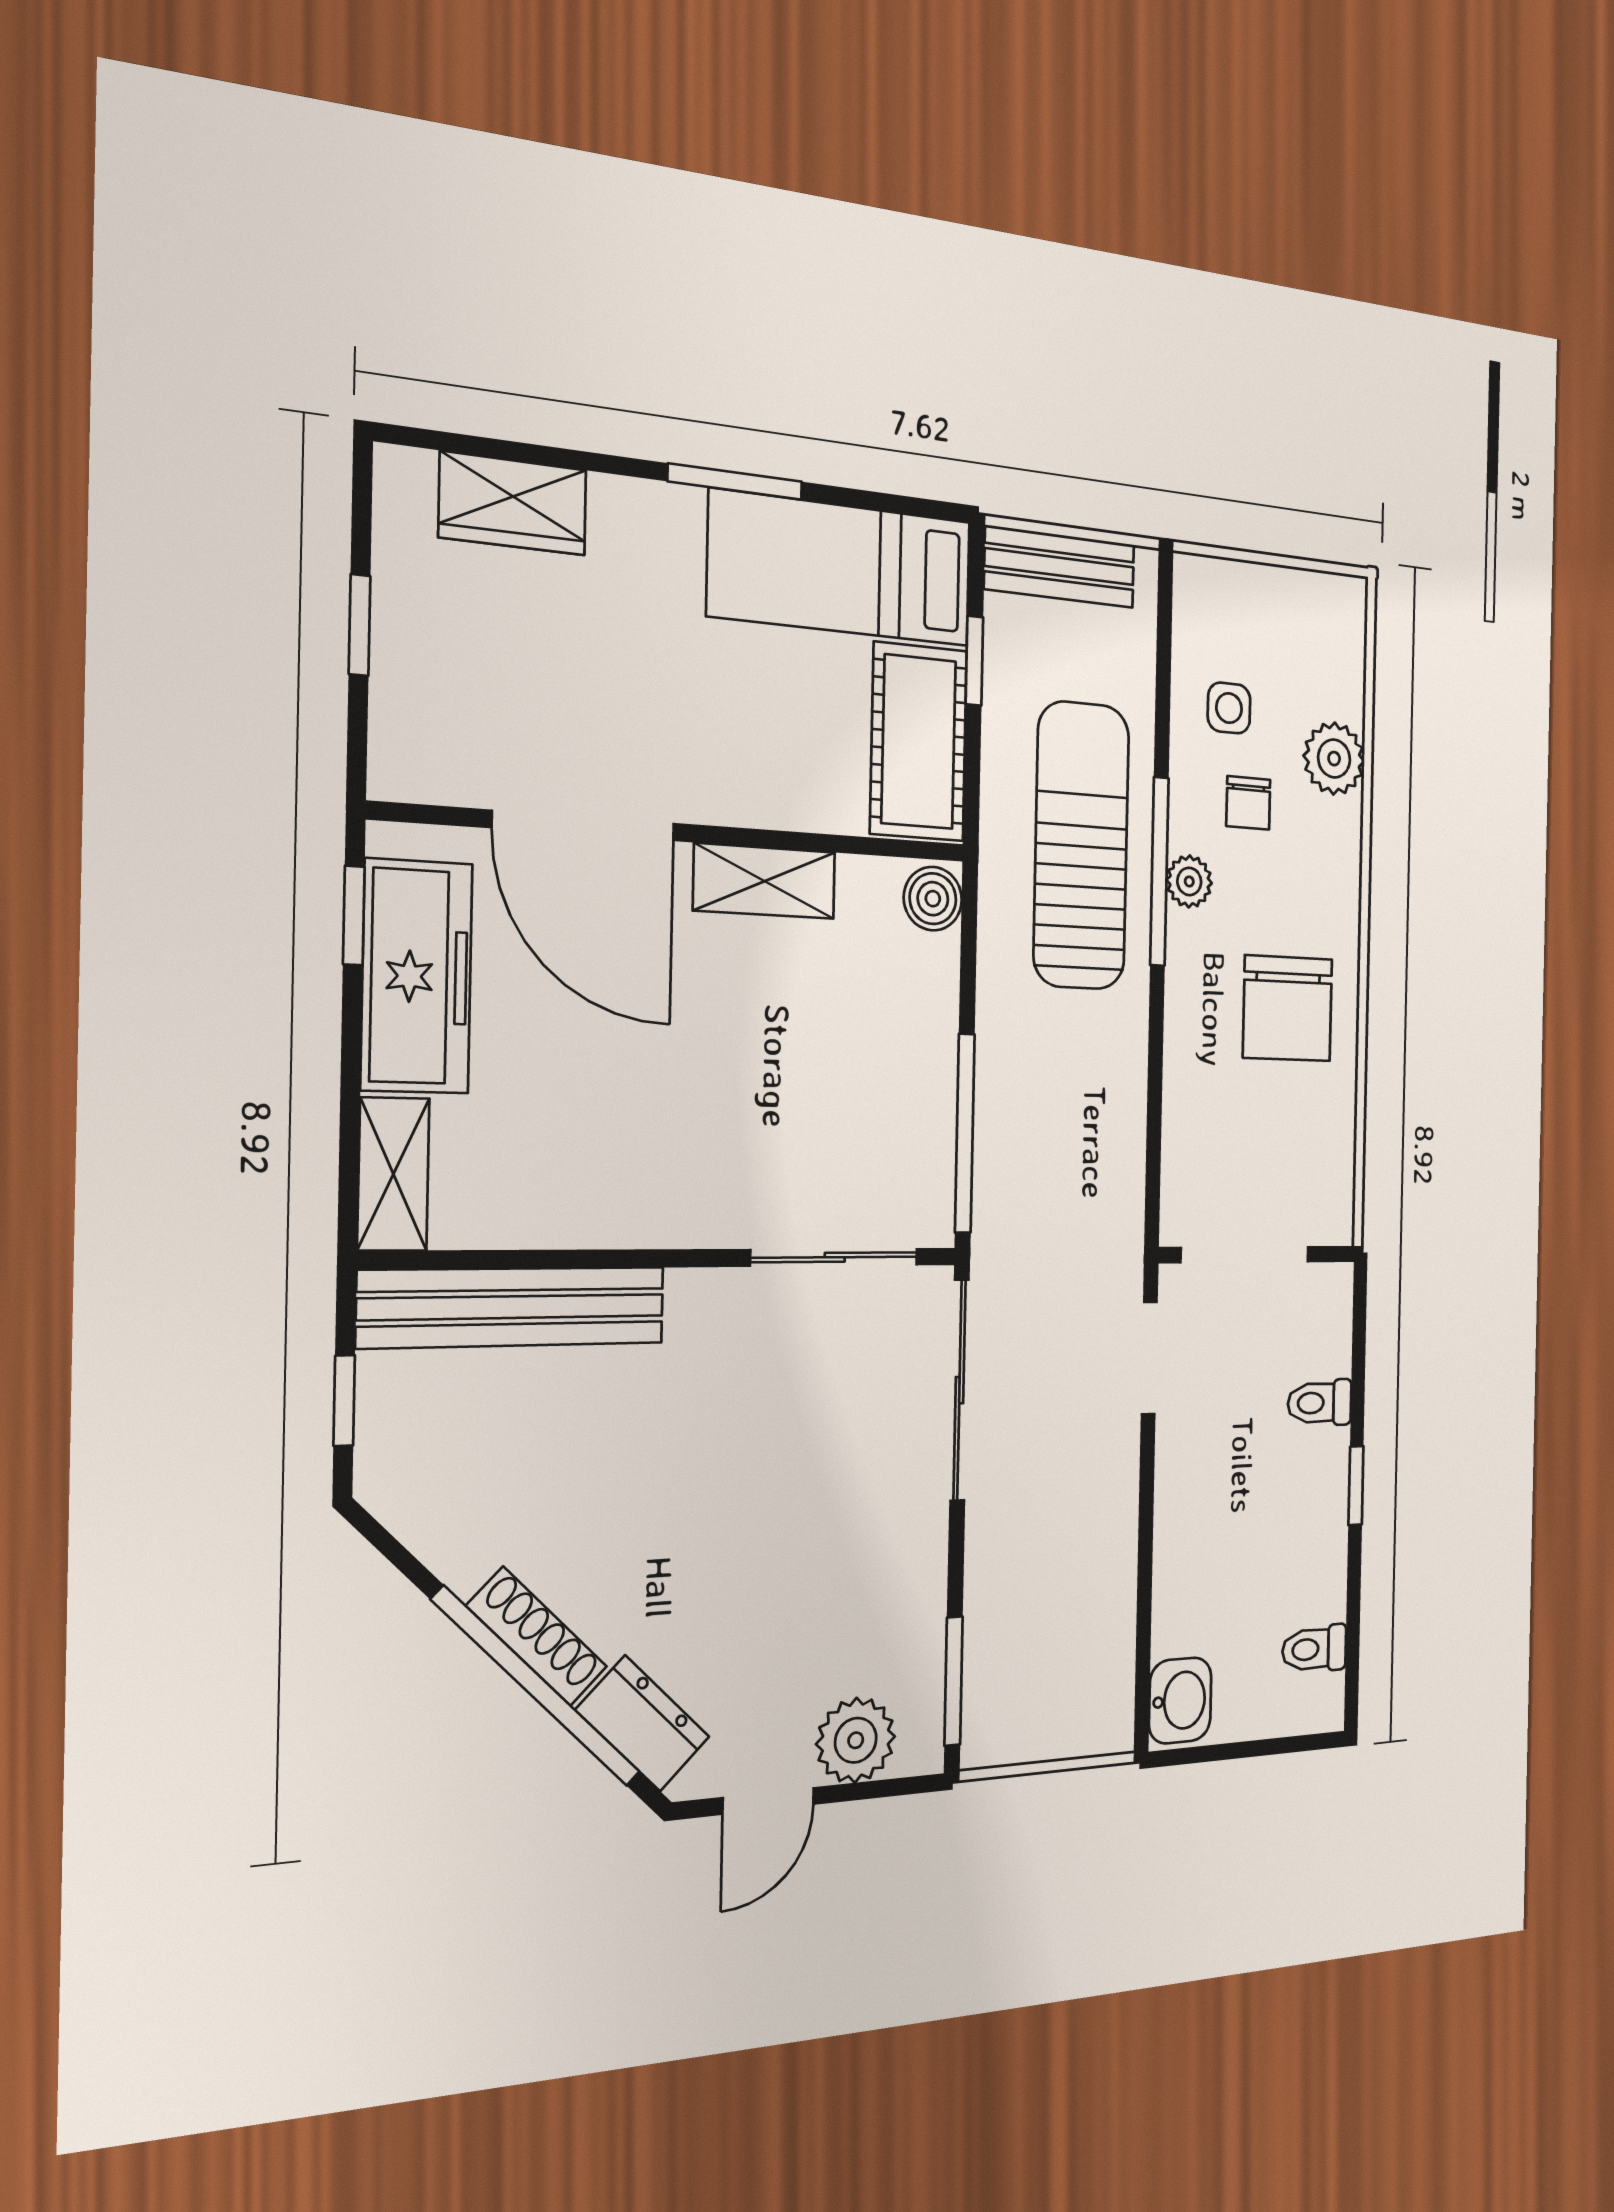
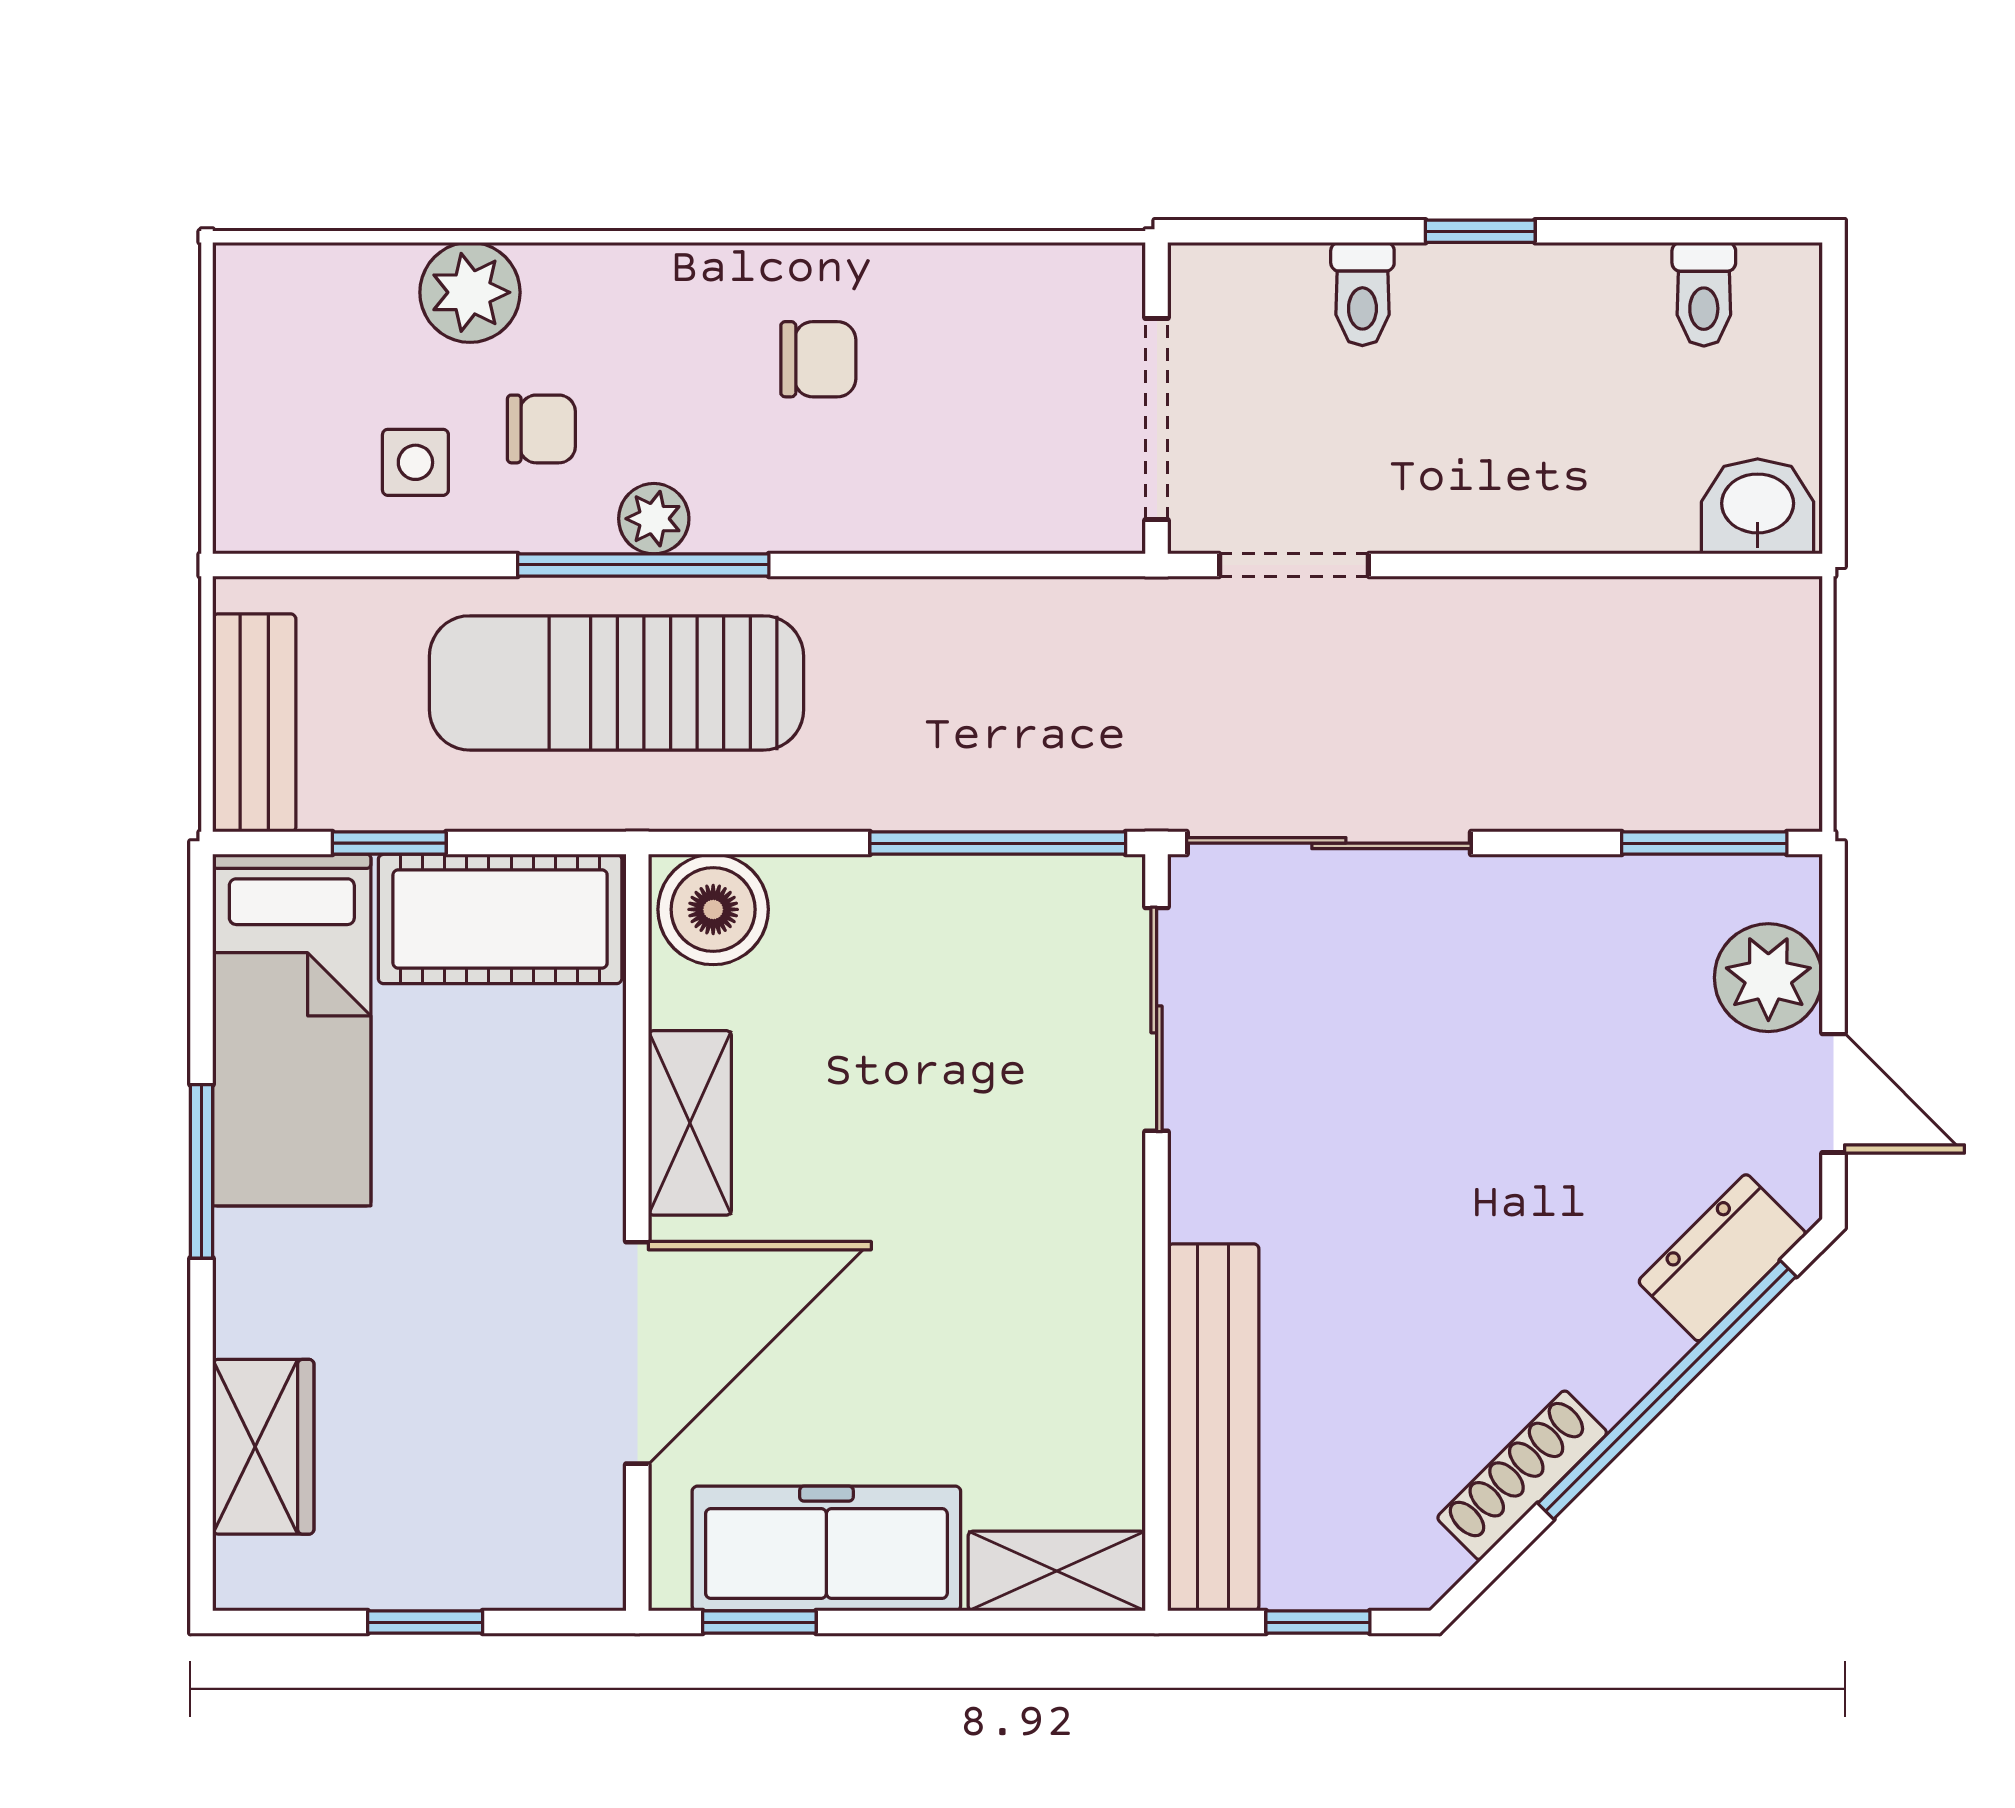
boiler: (933, 899) -> (713, 909), width x1.36, depth x1.36
chair: (1288, 1008) -> (818, 359), width x0.54, depth x0.54
shoe rack: (537, 1636) -> (1522, 1475), moved

